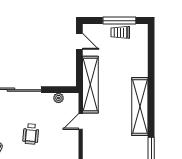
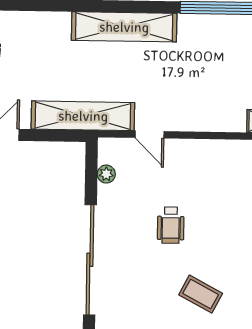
wheelchair: (31, 134) -> (171, 225), turned 85

